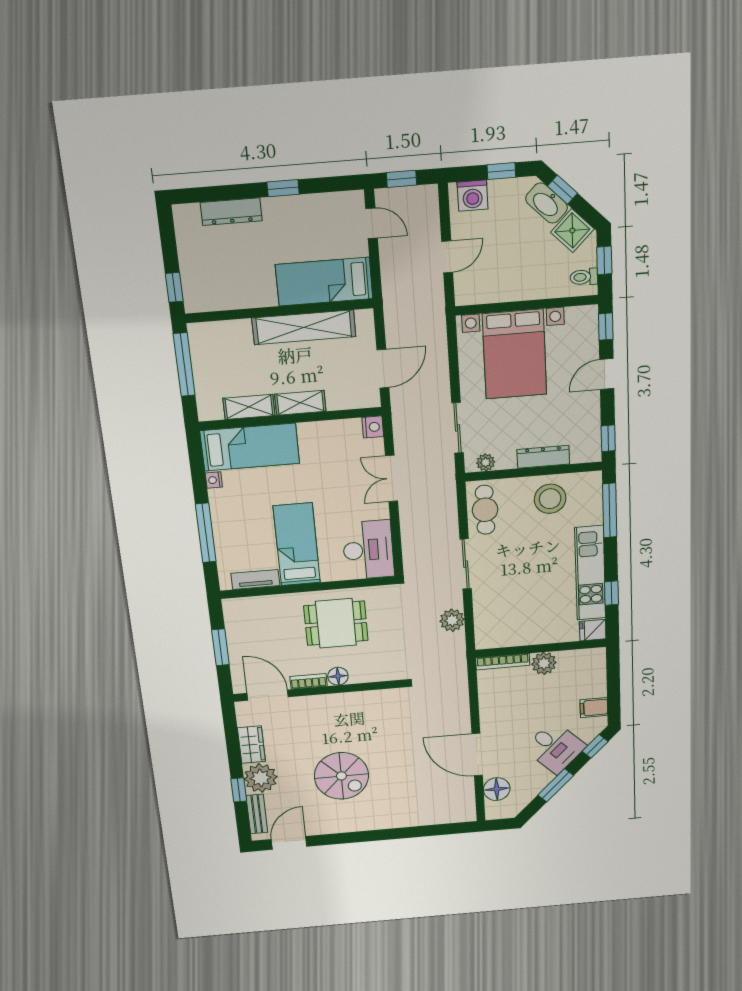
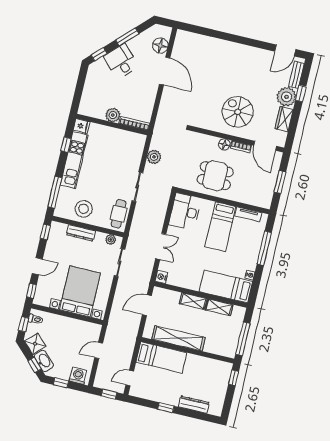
door: (372, 223) -> (130, 378), hinge flipped
filing cabinet: (594, 708) -> (93, 79), removed
spiral stairs: (341, 776) -> (238, 112), moved

